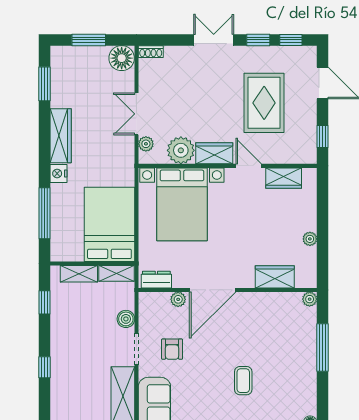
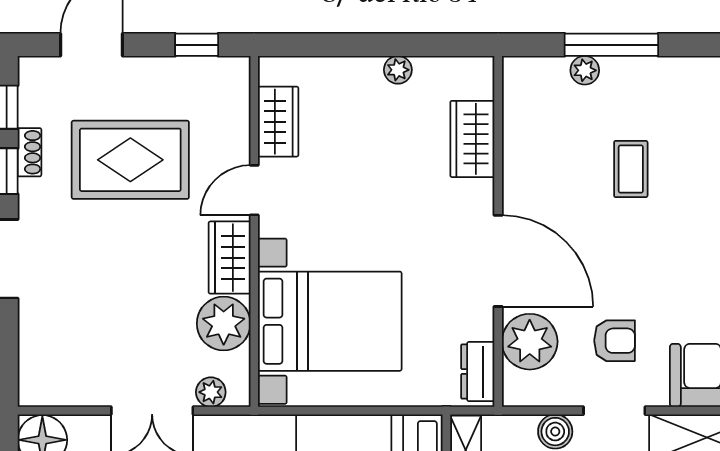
shoe rack: (151, 52) -> (29, 152), moved
plant: (178, 299) -> (530, 342), width x1.88, depth x1.88
plant: (310, 299) -> (585, 70), moved
coffee table: (243, 381) -> (631, 169), moved, turned 90

